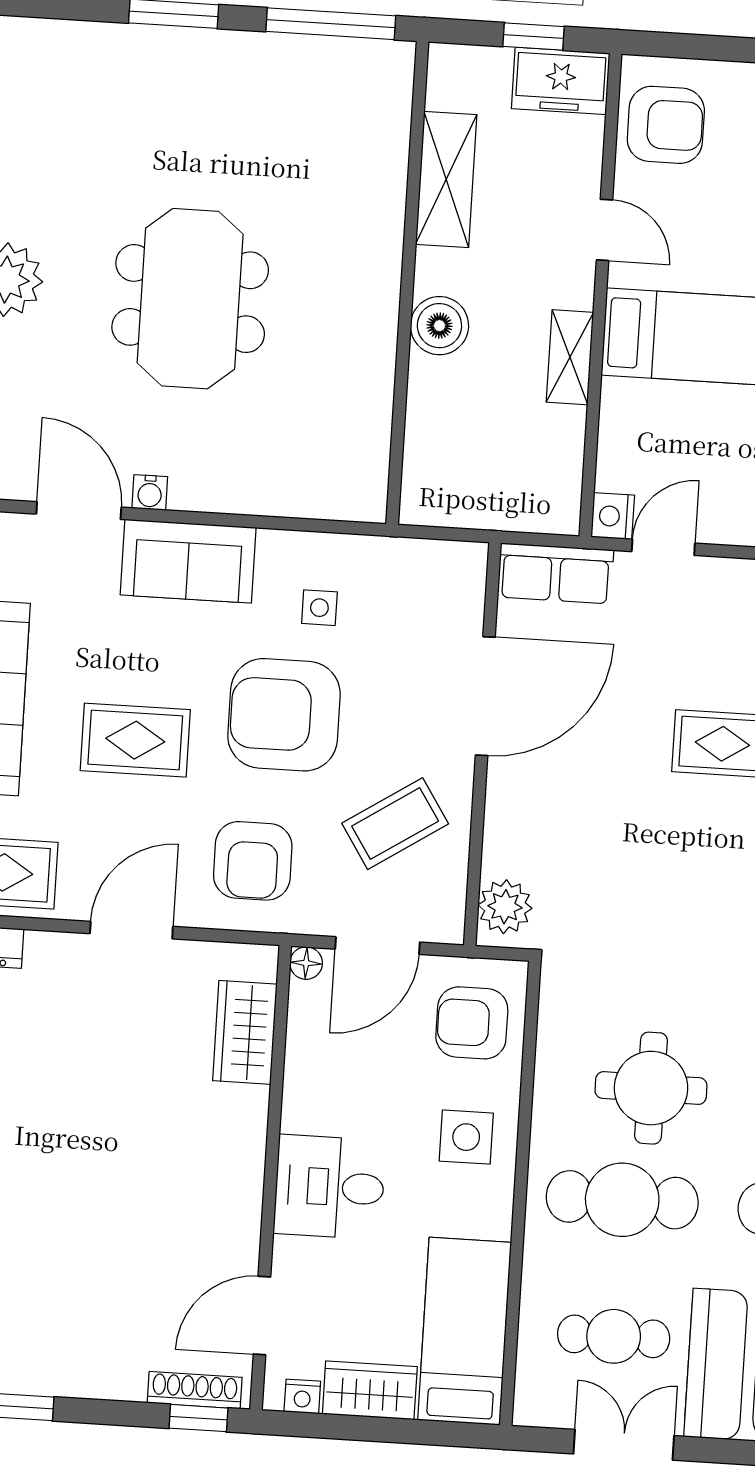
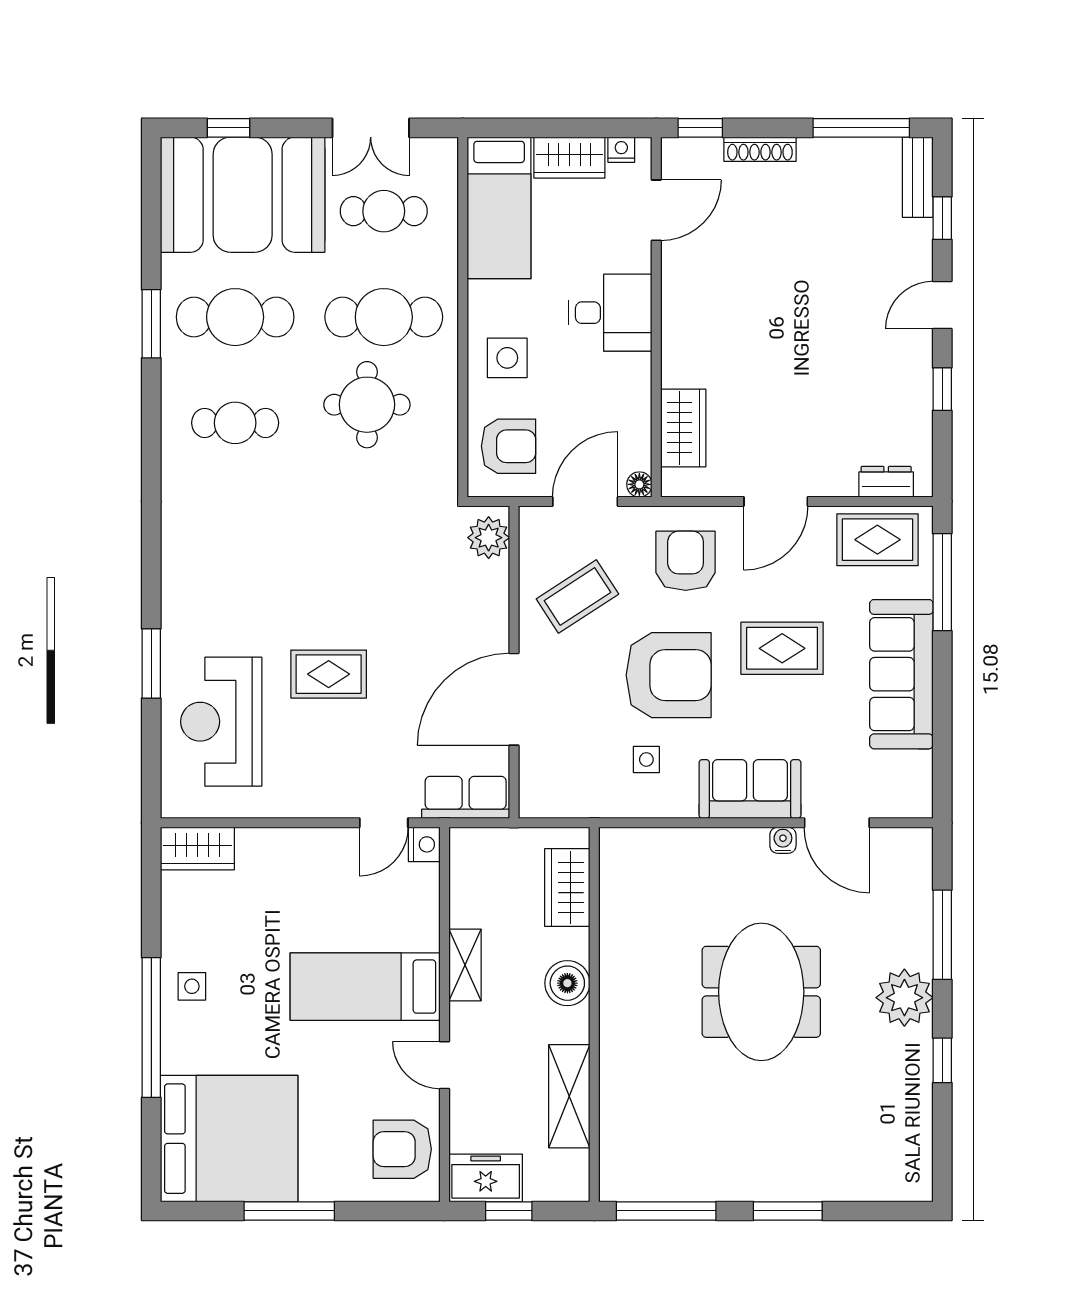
wardrobe: (432, 449) -> (567, 888), added
shoe rack: (195, 1390) -> (760, 149), moved

